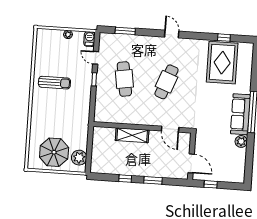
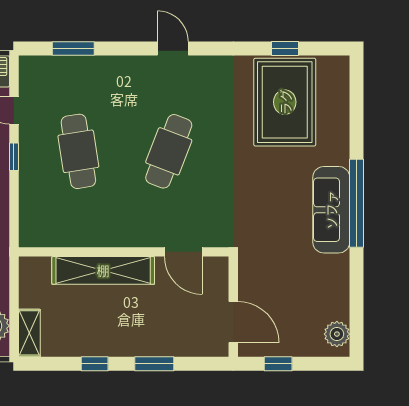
shelving: (132, 135) -> (103, 270), width x1.47
plant: (241, 141) -> (337, 334), moved
shelving: (96, 162) -> (29, 333), added

